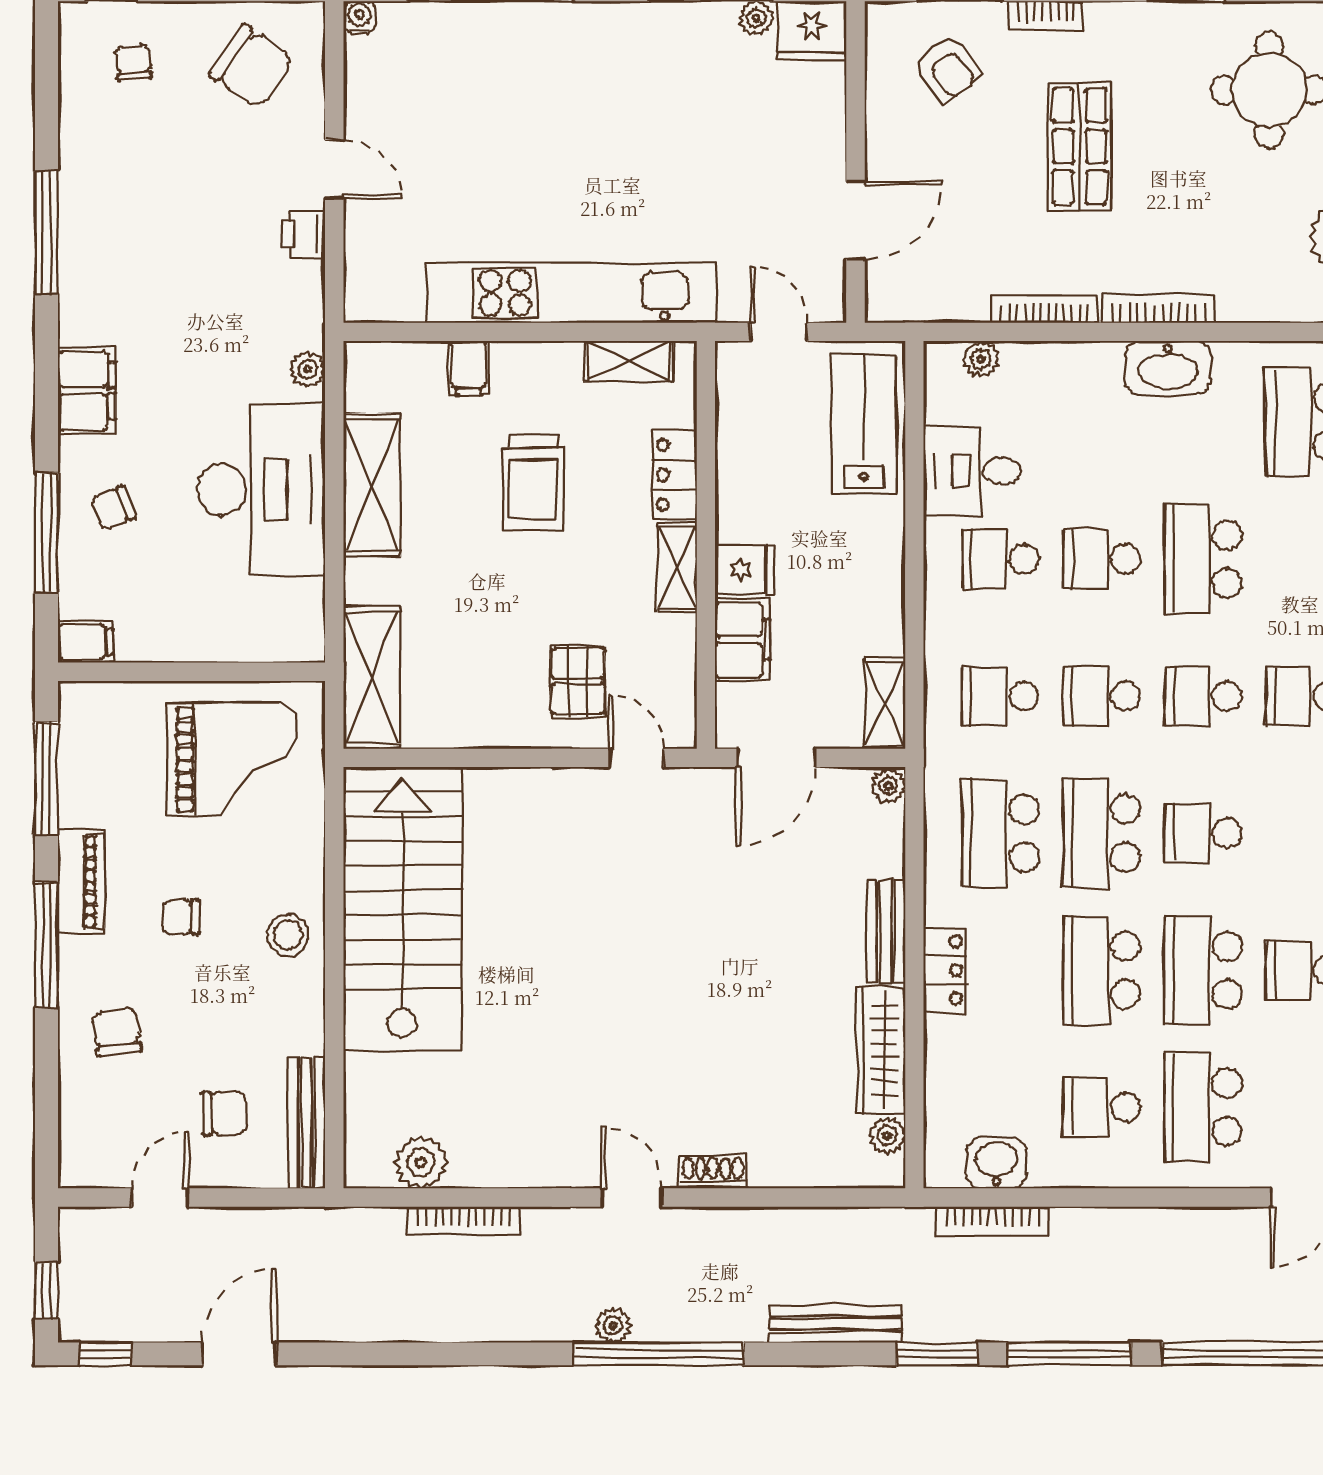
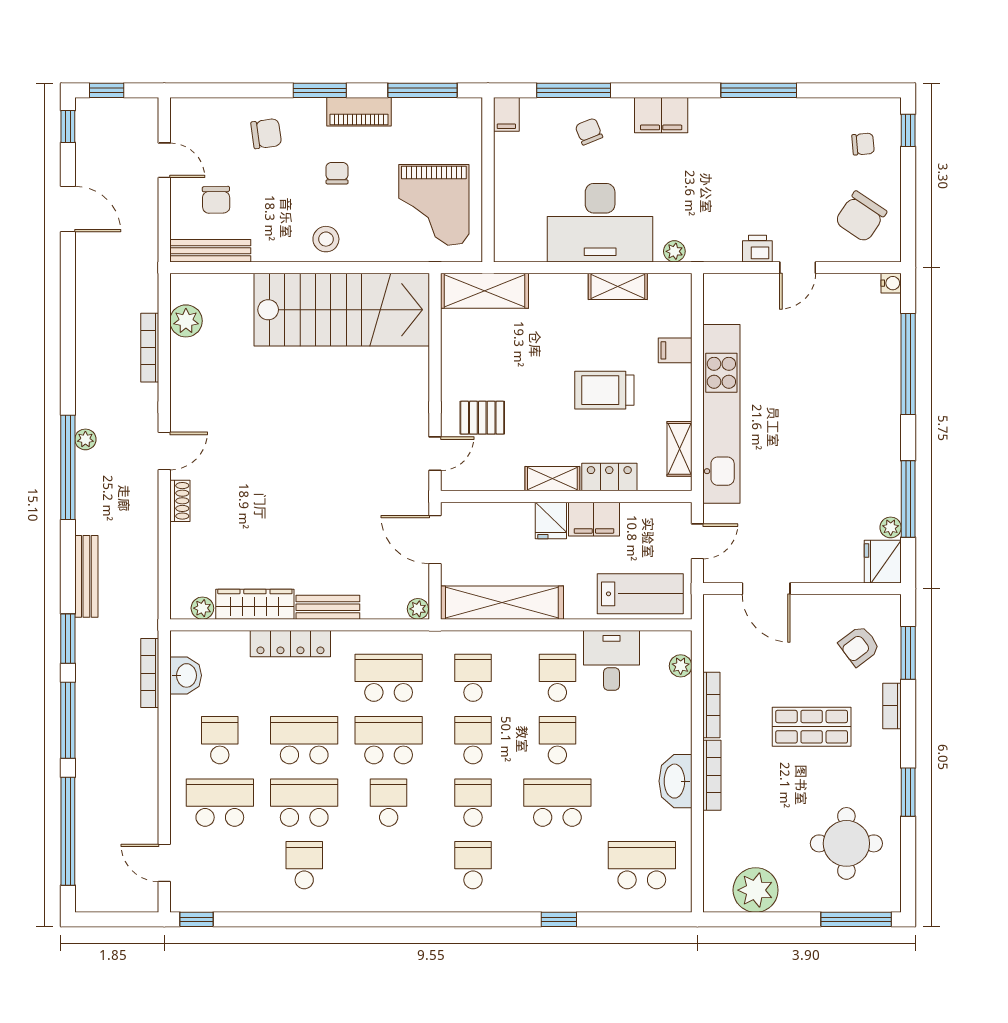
shelving: (372, 485) -> (618, 286), width x0.67, depth x0.75
filing cabinet: (742, 640) -> (594, 519), moved
shelving: (885, 704) -> (502, 603), width x2.20, depth x1.33
window: (46, 945) -> (320, 90), width x0.69
locker: (945, 970) -> (290, 644), width x1.53

